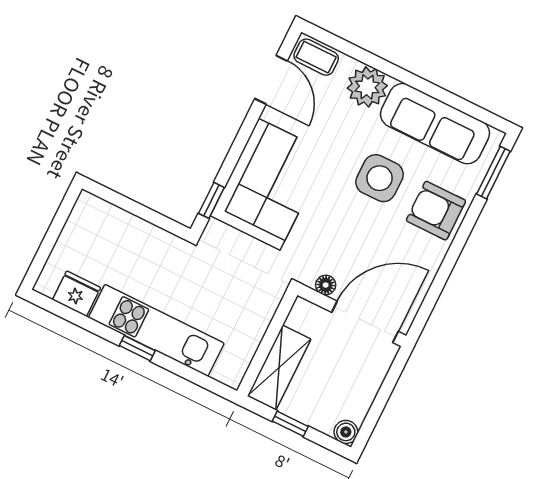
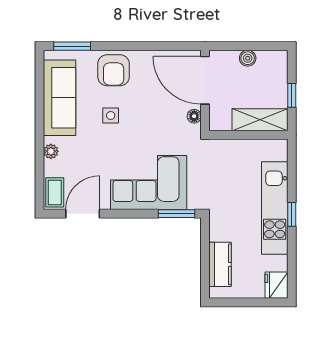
plant: (367, 87) -> (51, 151), width x0.53, depth x0.53
side table: (380, 178) -> (111, 116), width x0.54, depth x0.54
window: (211, 200) -> (176, 214), width x1.50
kitchen counter: (118, 224) -> (220, 264), added
fridge: (77, 294) -> (276, 285), moved
boiler: (346, 432) -> (248, 58), moved

